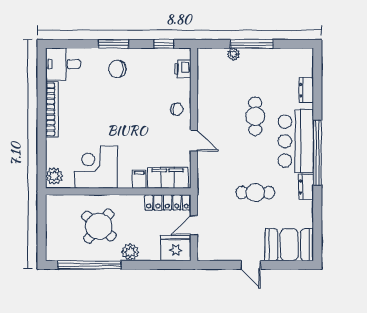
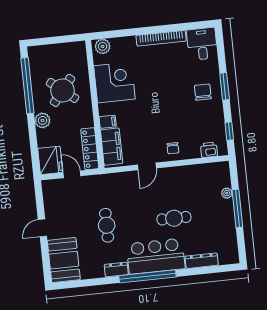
dresser: (306, 90) -> (202, 261), width x1.44

